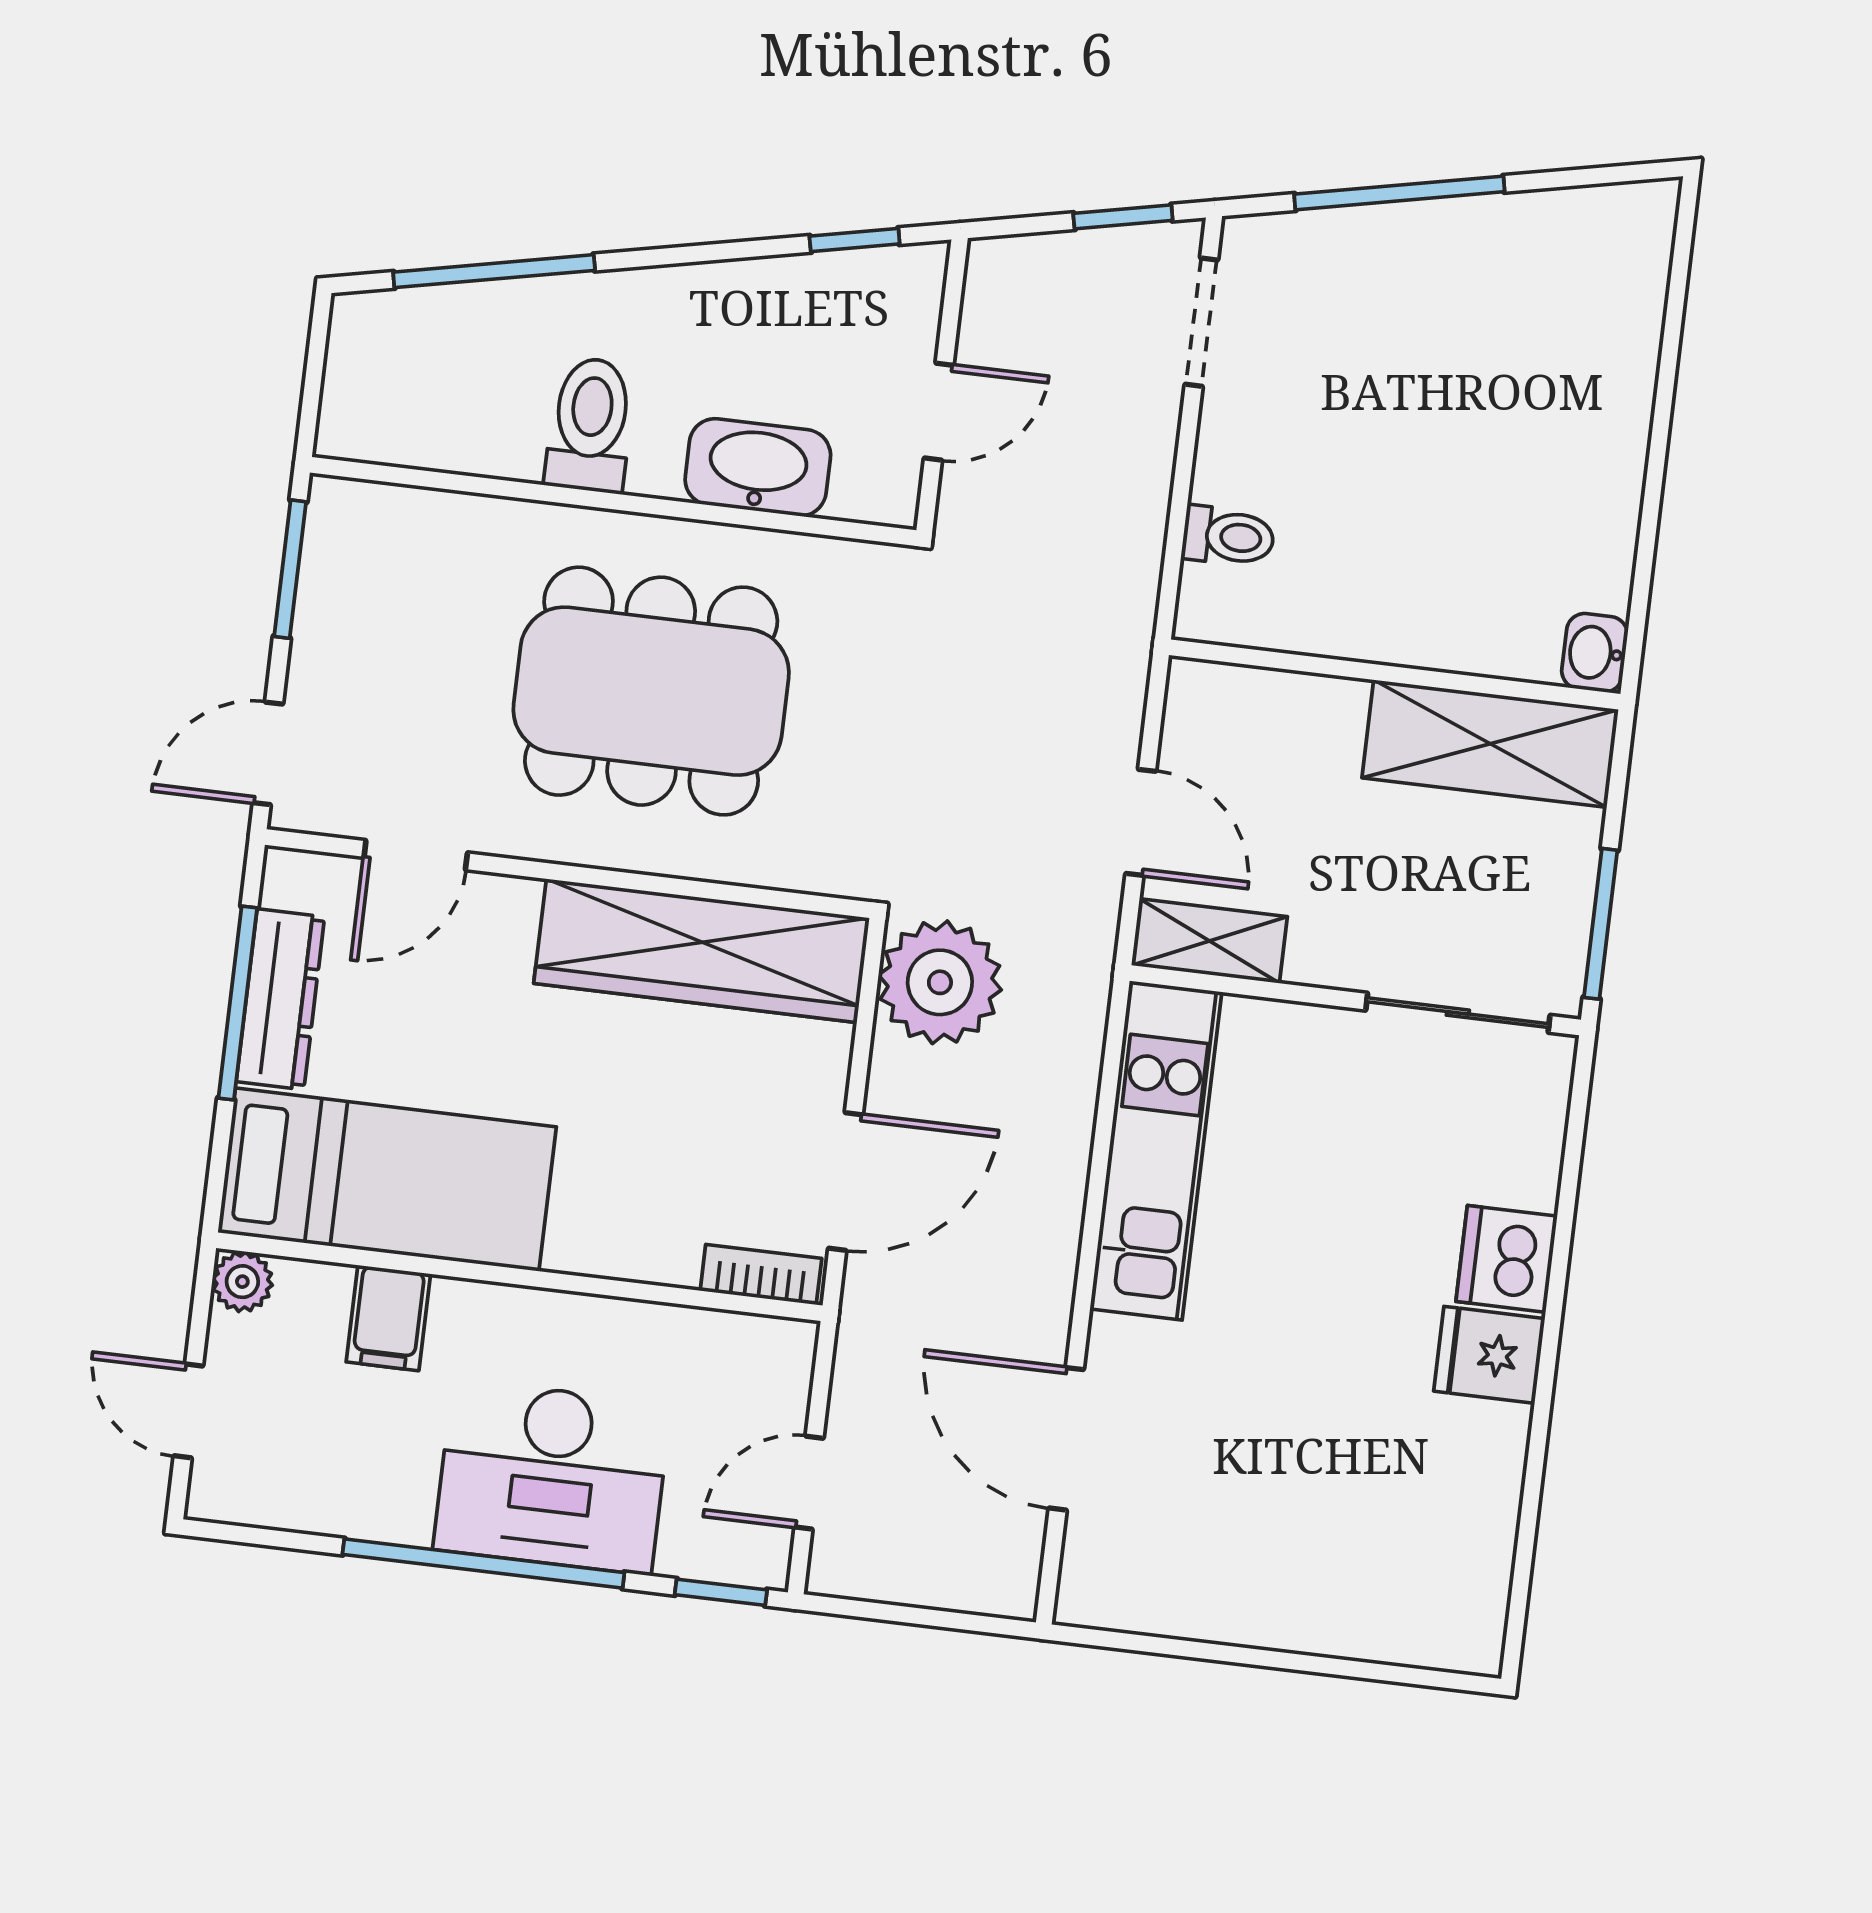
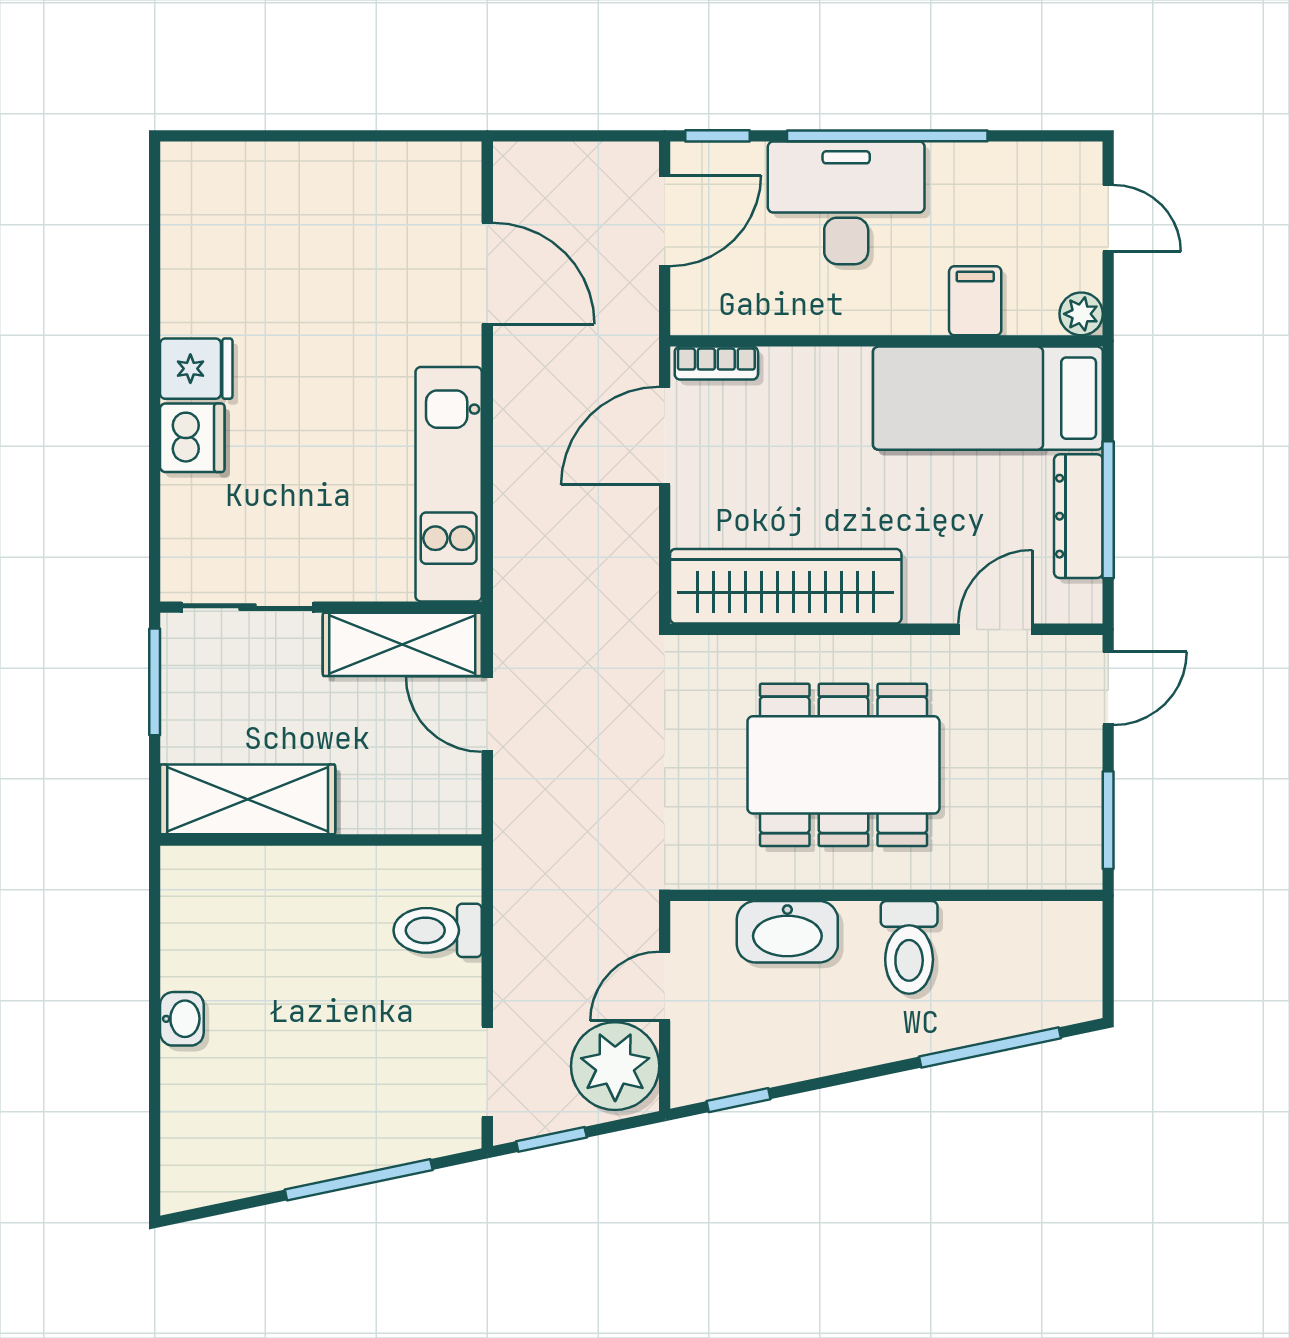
toilet: (1228, 536) -> (438, 930), width x1.37, depth x1.39
washbasin: (1595, 653) -> (182, 1019), moved
shelving: (1209, 941) -> (402, 644), width x1.50, depth x1.33
plant: (940, 982) -> (615, 1066), moved
door: (809, 1483) -> (665, 221), width x1.38

